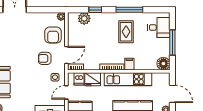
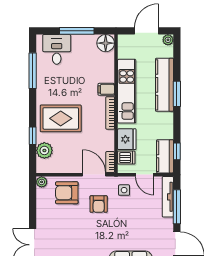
window: (129, 10) -> (33, 71), moved
rug: (126, 32) -> (61, 118), moved, width x1.36, depth x1.43
armchair: (53, 35) -> (67, 193), turned 180

